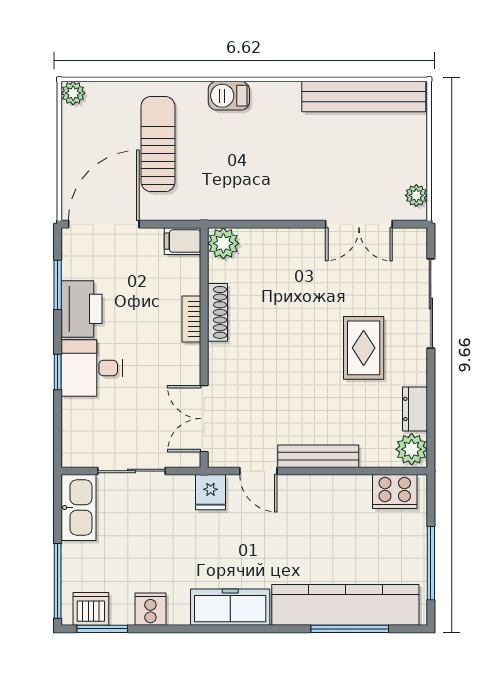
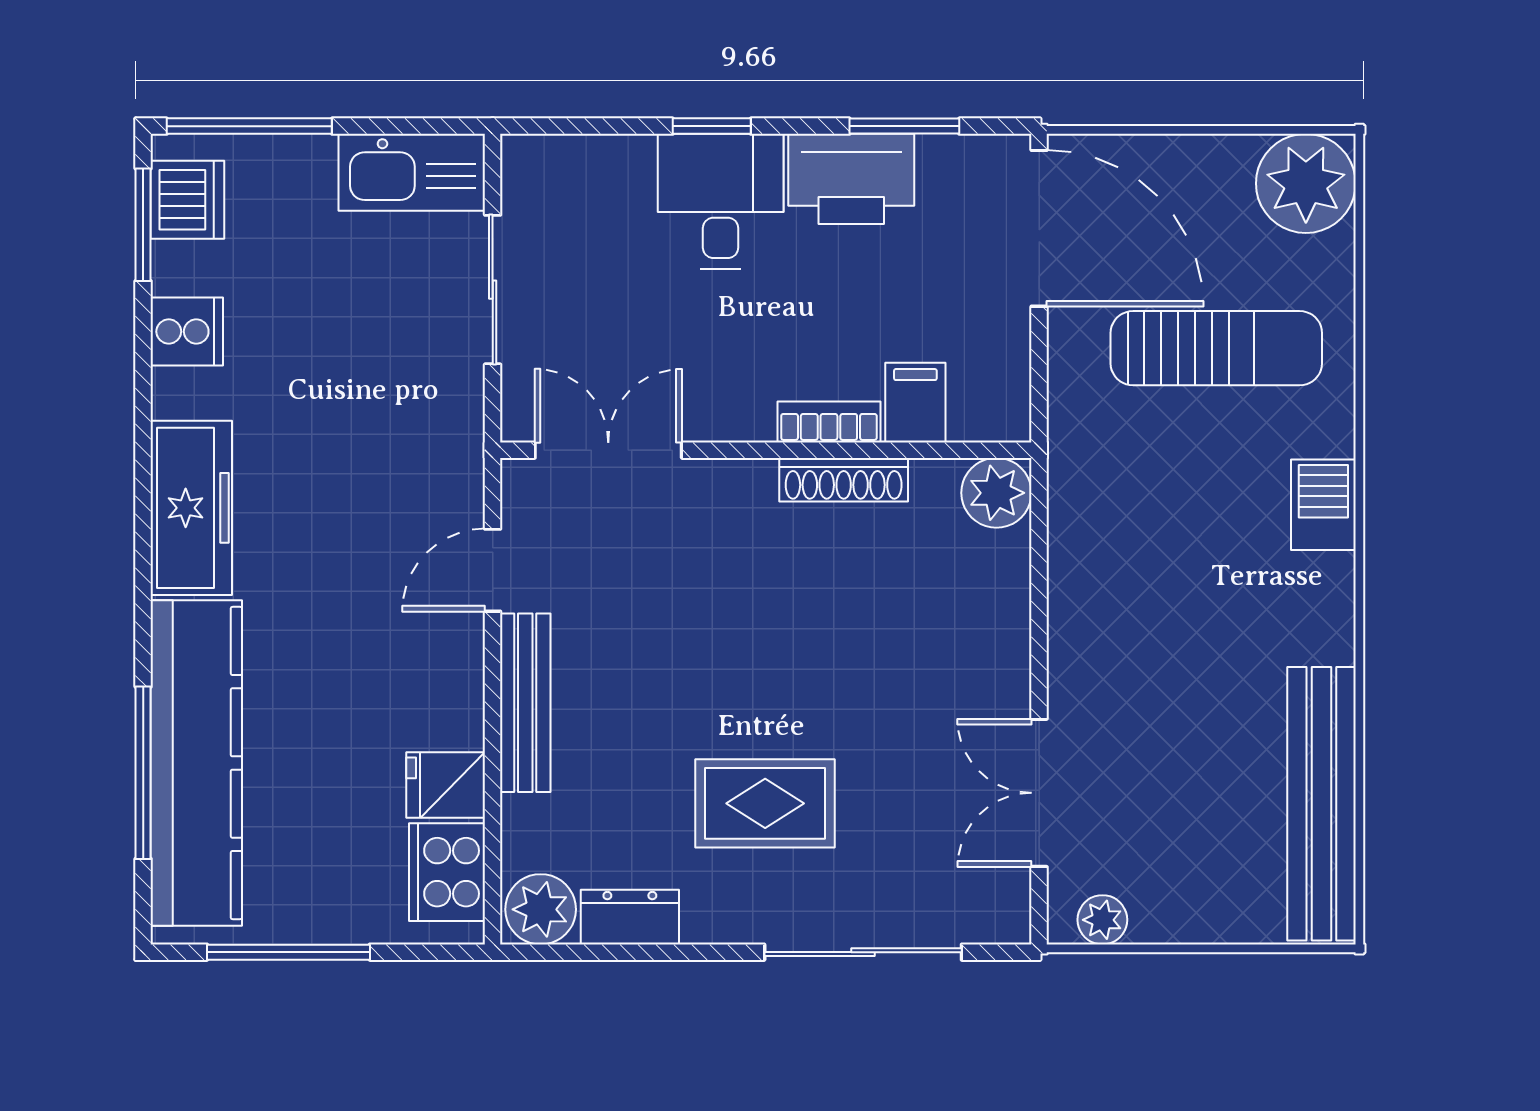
plant: (73, 93) -> (1306, 183), width x1.88, depth x1.88
filing cabinet: (183, 241) -> (915, 403), moved
fridge: (211, 492) -> (446, 785), moved

